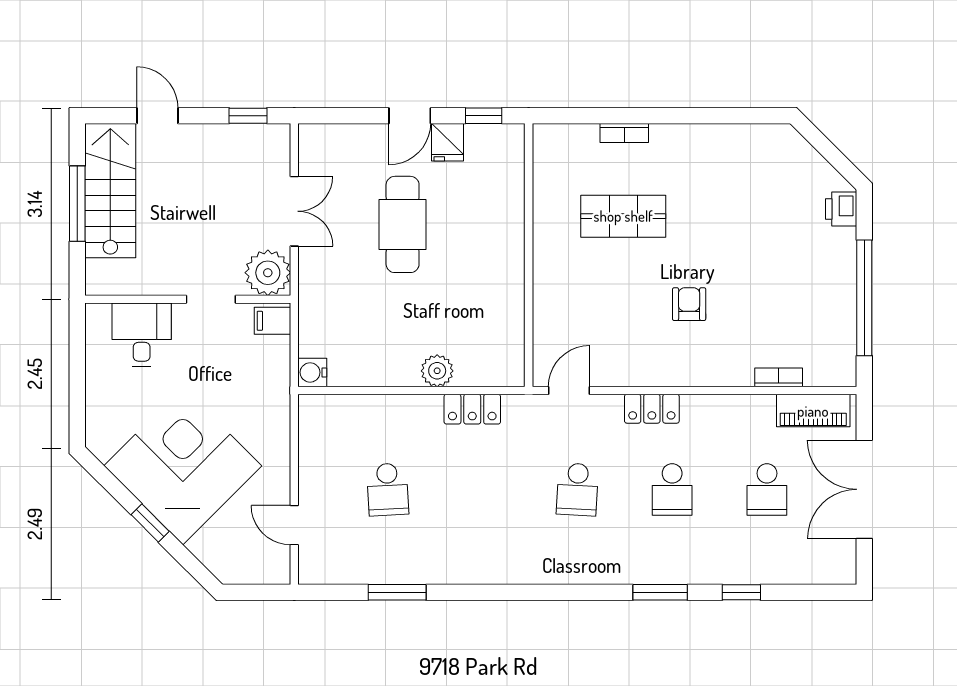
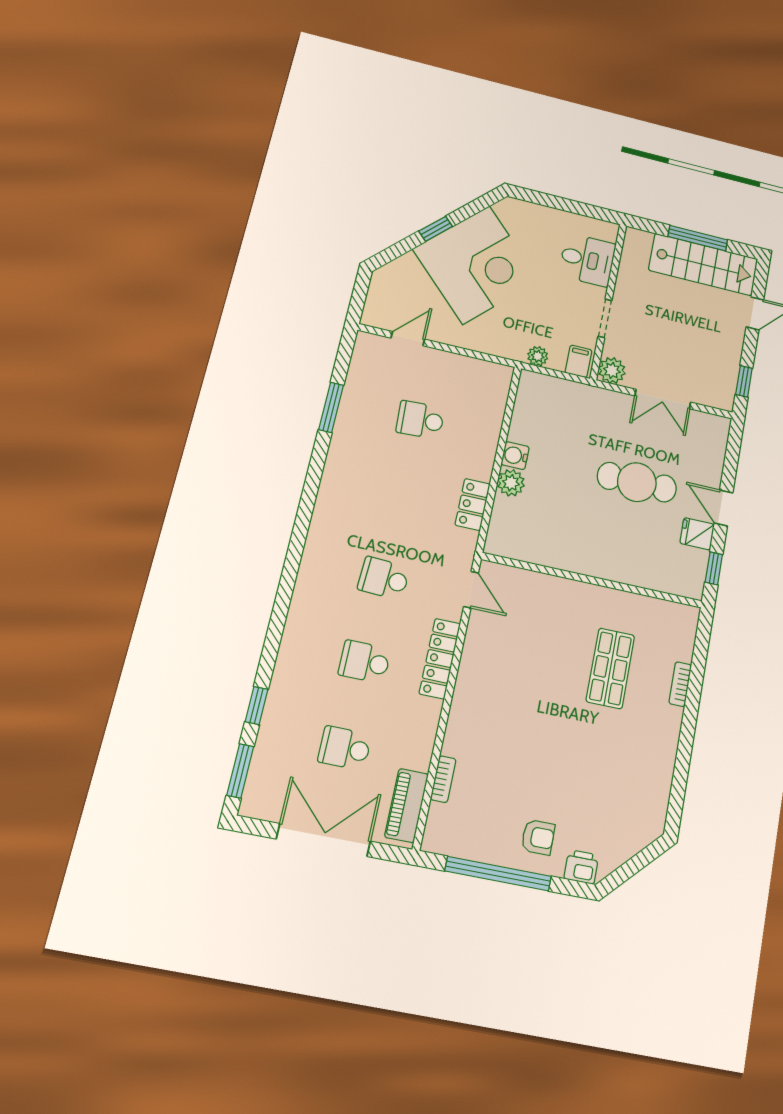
plant: (268, 273) -> (612, 370), width x0.73, depth x0.73
armchair: (689, 304) -> (538, 837), moved
plant: (278, 370) -> (538, 356), added
water cooler: (312, 372) -> (515, 456), moved, turned -90
locker: (652, 409) -> (440, 659), width x1.53
window: (660, 592) -> (240, 771), moved

